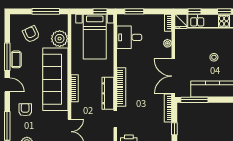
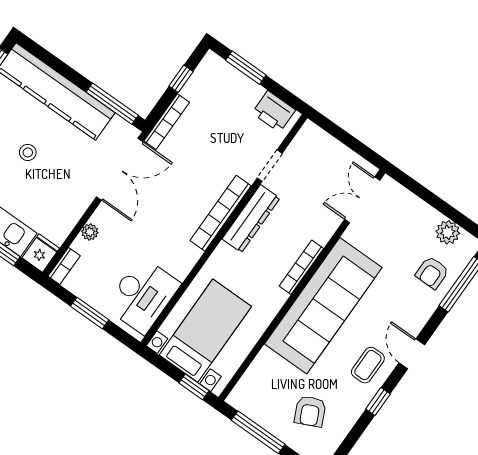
window: (100, 11) -> (194, 387), moved
window: (134, 11) -> (90, 313), moved
desk: (129, 37) -> (142, 295), width x1.37
plant: (60, 39) -> (267, 370), removed
window: (7, 57) -> (378, 402), width x0.46
coffee table: (16, 59) -> (368, 365), moved
armchair: (25, 110) -> (432, 273), moved

